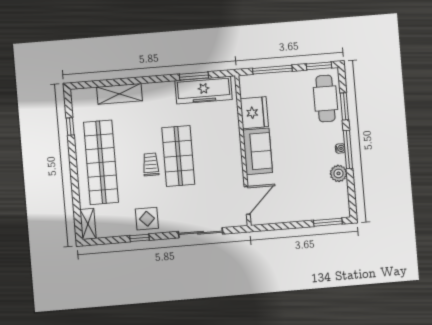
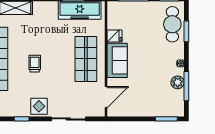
fridge: (254, 113) -> (114, 36), width x0.53, depth x0.75
window: (348, 149) -> (186, 86), moved
shop shelf: (178, 156) -> (86, 59), moved
display table: (147, 219) -> (39, 106), moved

